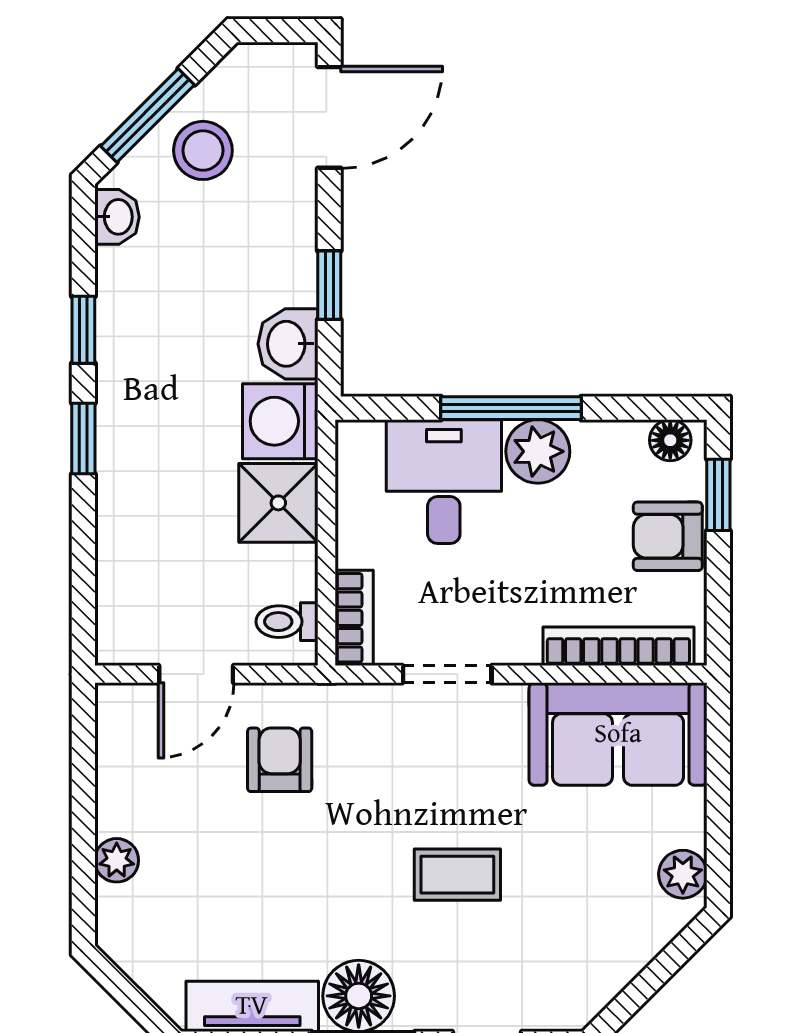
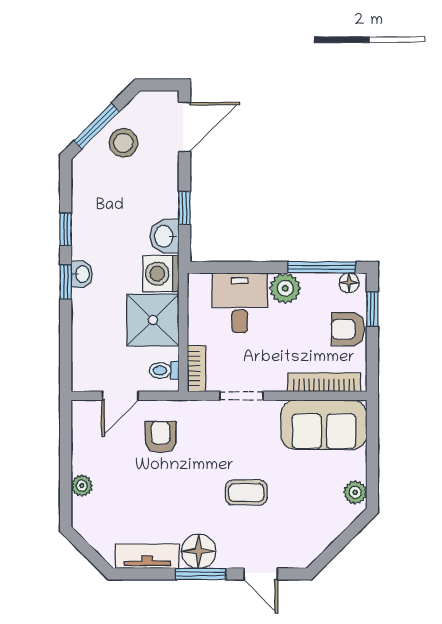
washbasin: (117, 217) -> (82, 274), moved
window: (511, 408) -> (322, 267), moved
shower: (278, 503) -> (153, 320), width x1.36, depth x1.36

